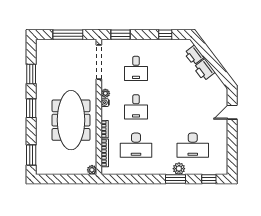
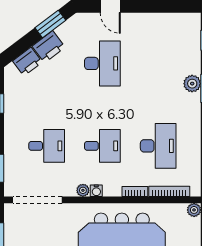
window: (220, 71) -> (50, 24), added
desk: (193, 145) -> (102, 63), moved

